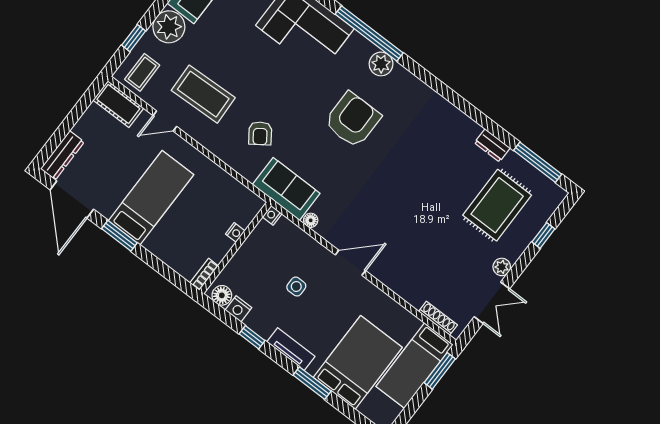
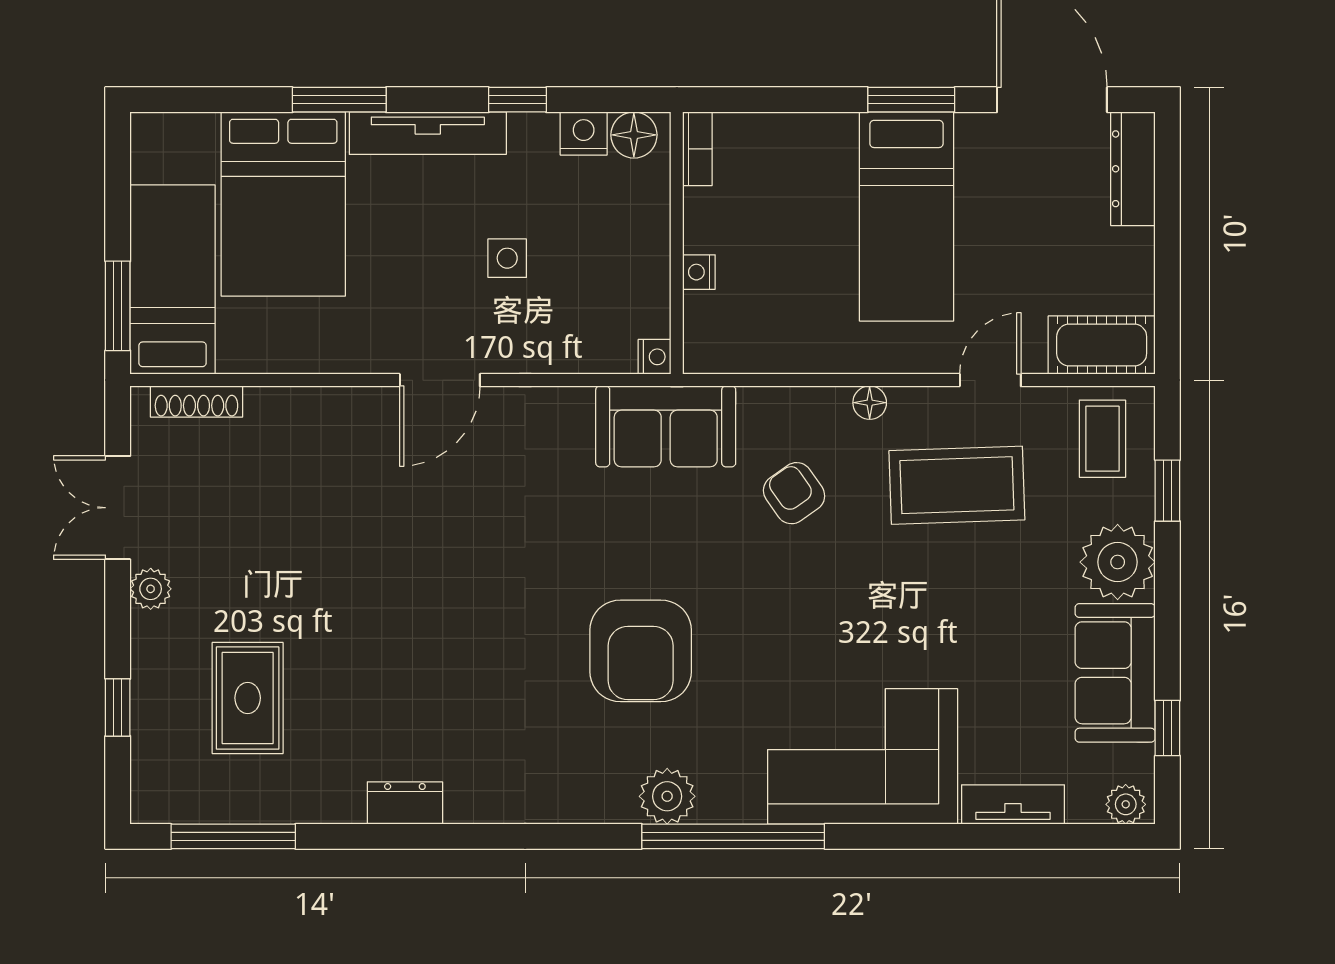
dresser: (492, 145) -> (405, 803), moved
rug: (497, 205) -> (248, 698), width x0.73, depth x0.70
floor lamp: (311, 220) -> (870, 403), moved
tv unit: (291, 349) -> (428, 133), width x1.41

